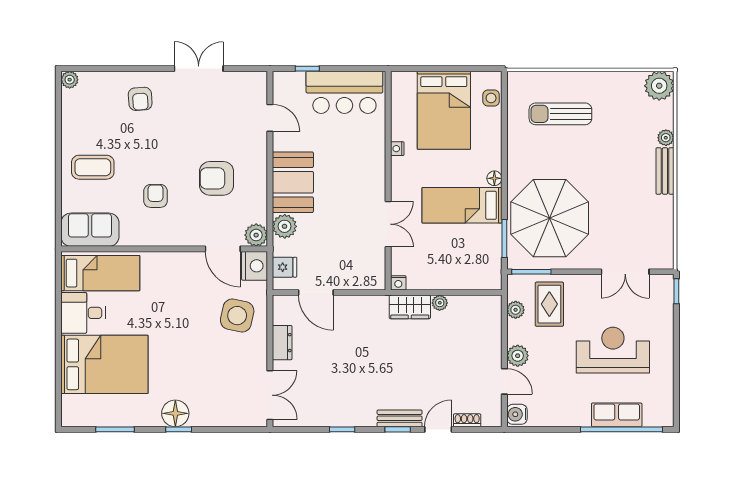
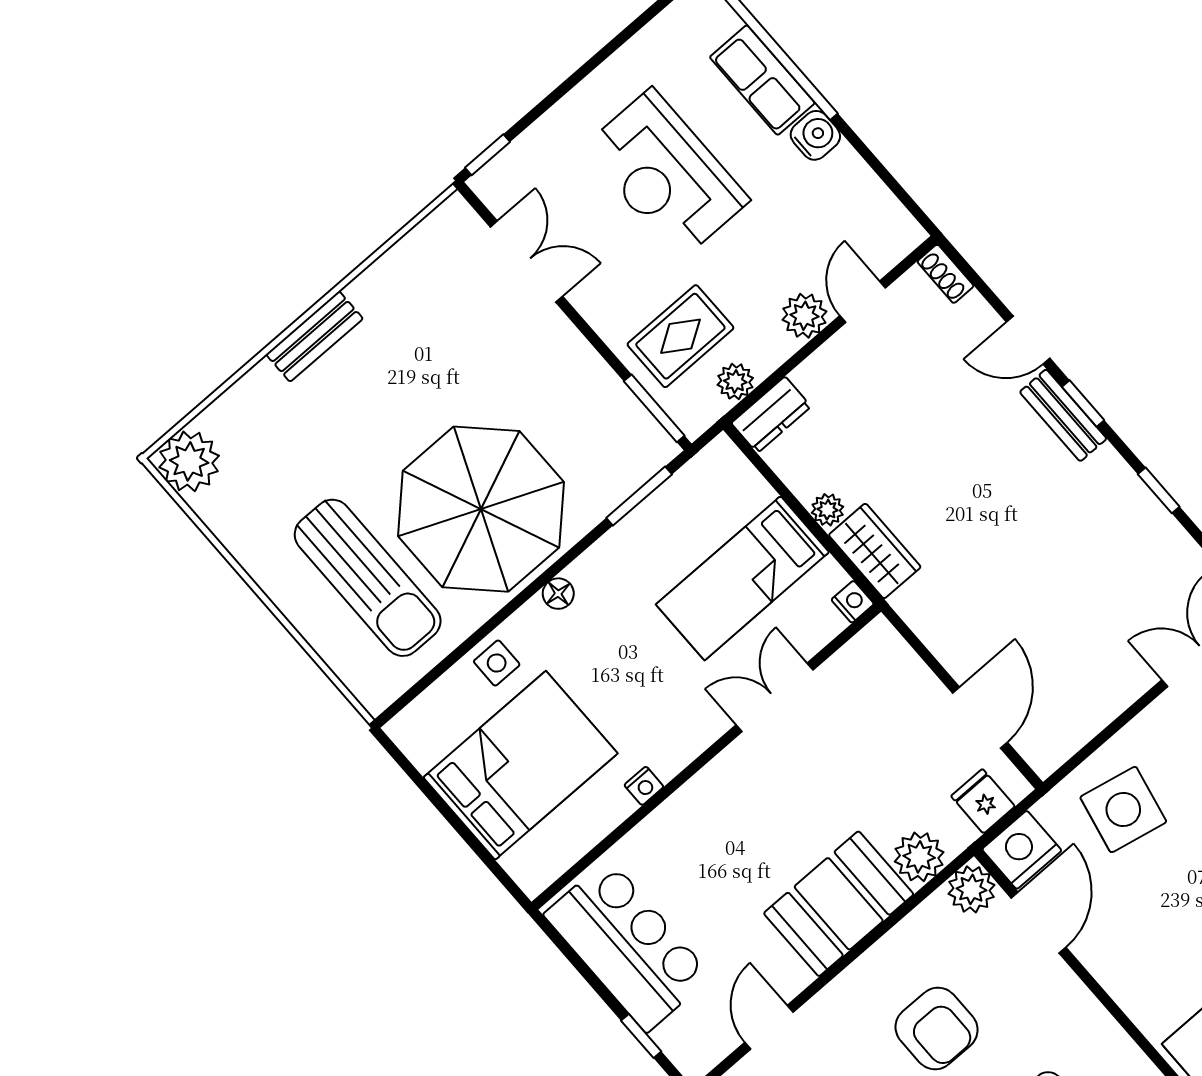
side table: (491, 98) -> (497, 663), moved
sun lounger: (560, 114) -> (368, 578), width x1.36, depth x1.34
plant: (666, 138) -> (261, 380), removed
bed: (462, 205) -> (743, 578), moved, turned 90
parasol: (550, 218) -> (481, 509), moved
dresser: (282, 343) -> (771, 415), moved, turned 180
water cooler: (517, 414) -> (815, 135), moved, turned -90
shoe rack: (467, 420) -> (945, 274), moved

